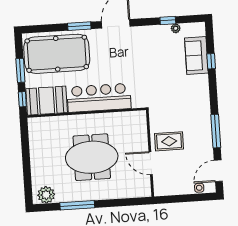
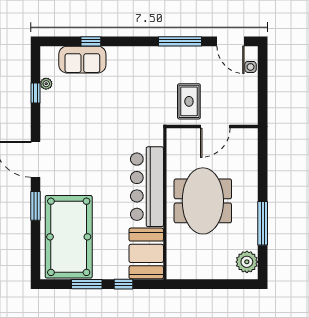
bar counter: (99, 98) -> (147, 187), moved
booth: (47, 101) -> (146, 253), moved
wall: (87, 113) -> (165, 204), moved

